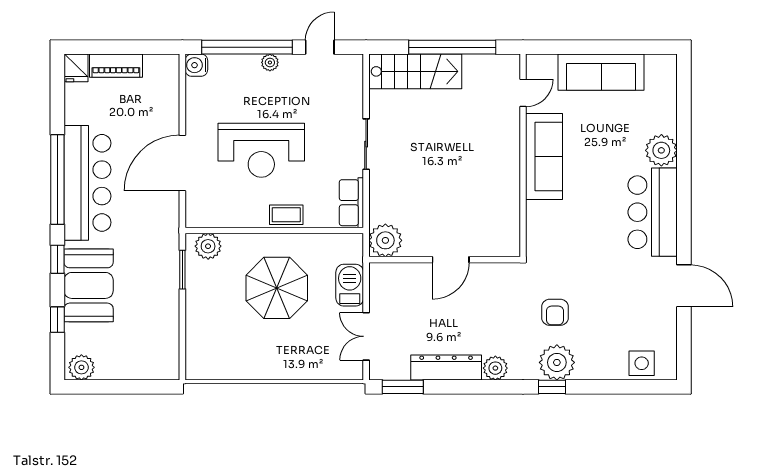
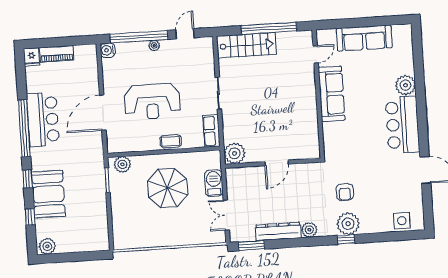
bar counter: (87, 183) -> (43, 120), width x0.73

